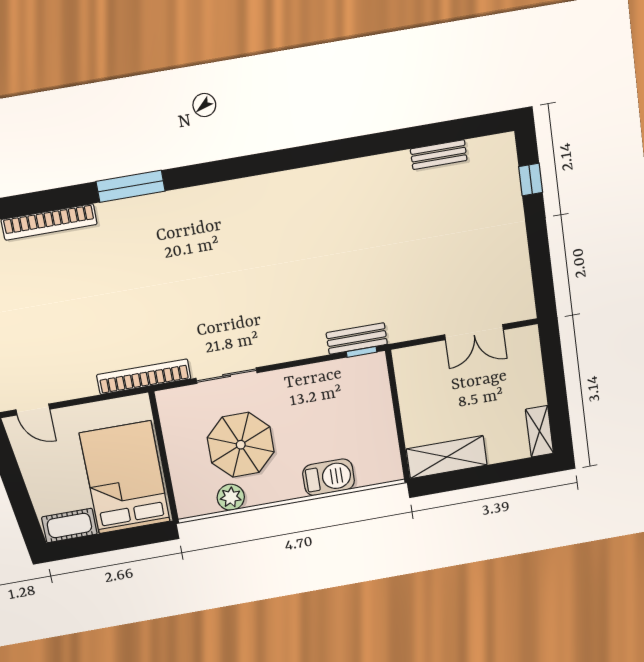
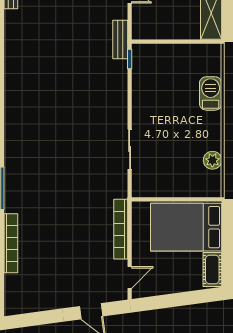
bench: (357, 339) -> (120, 40), moved
bookcase: (144, 377) -> (121, 229), moved
parasol: (241, 445) -> (178, 148), removed

